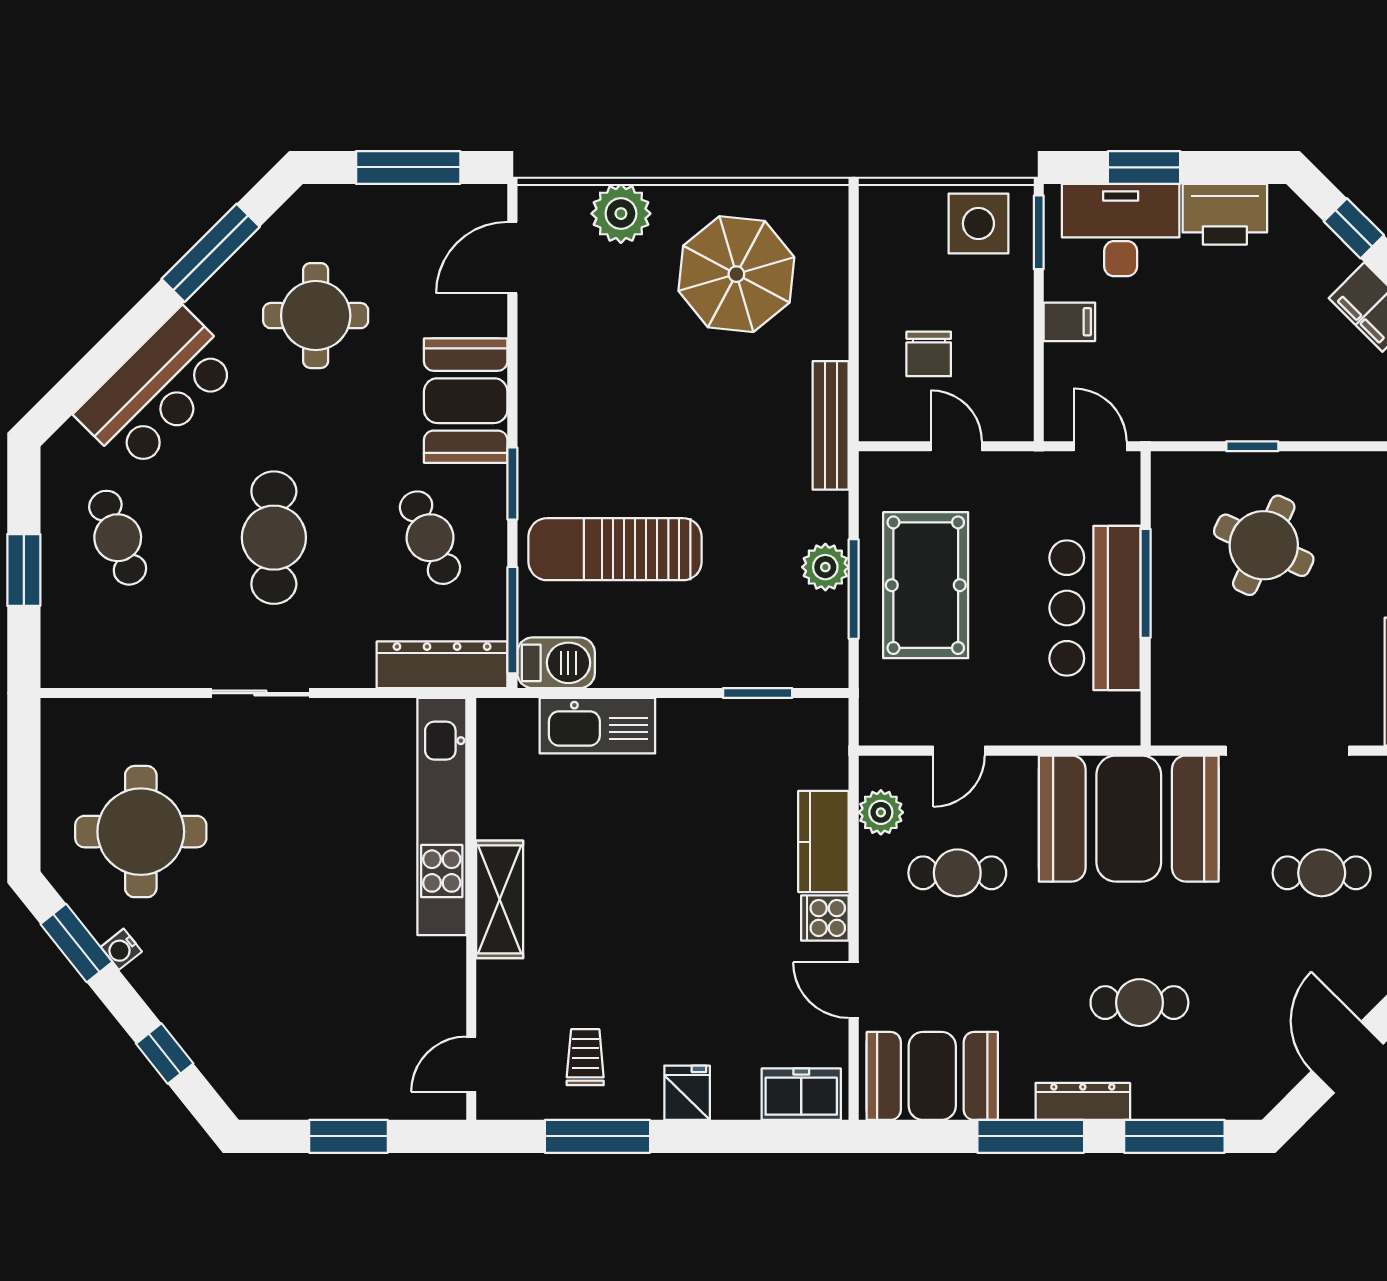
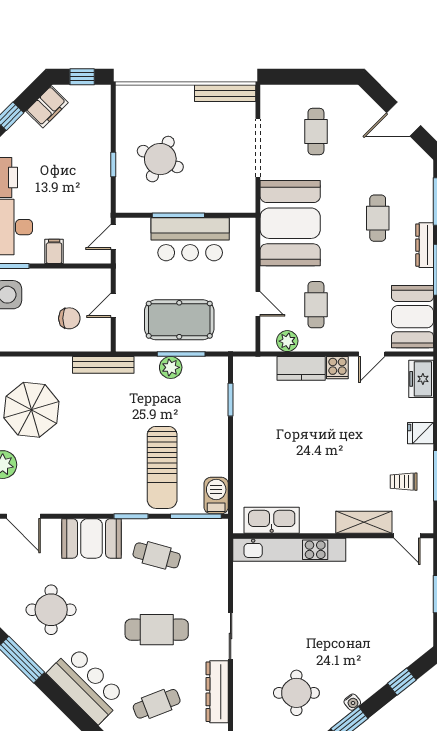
cafe table: (430, 538) -> (157, 555), turned 39
dresser: (442, 665) -> (217, 692), moved
kitchen sink: (597, 726) -> (272, 520), moved, turned -90
round table: (141, 832) -> (296, 693), width x0.73, depth x0.73
shelving: (500, 899) -> (364, 522), moved

